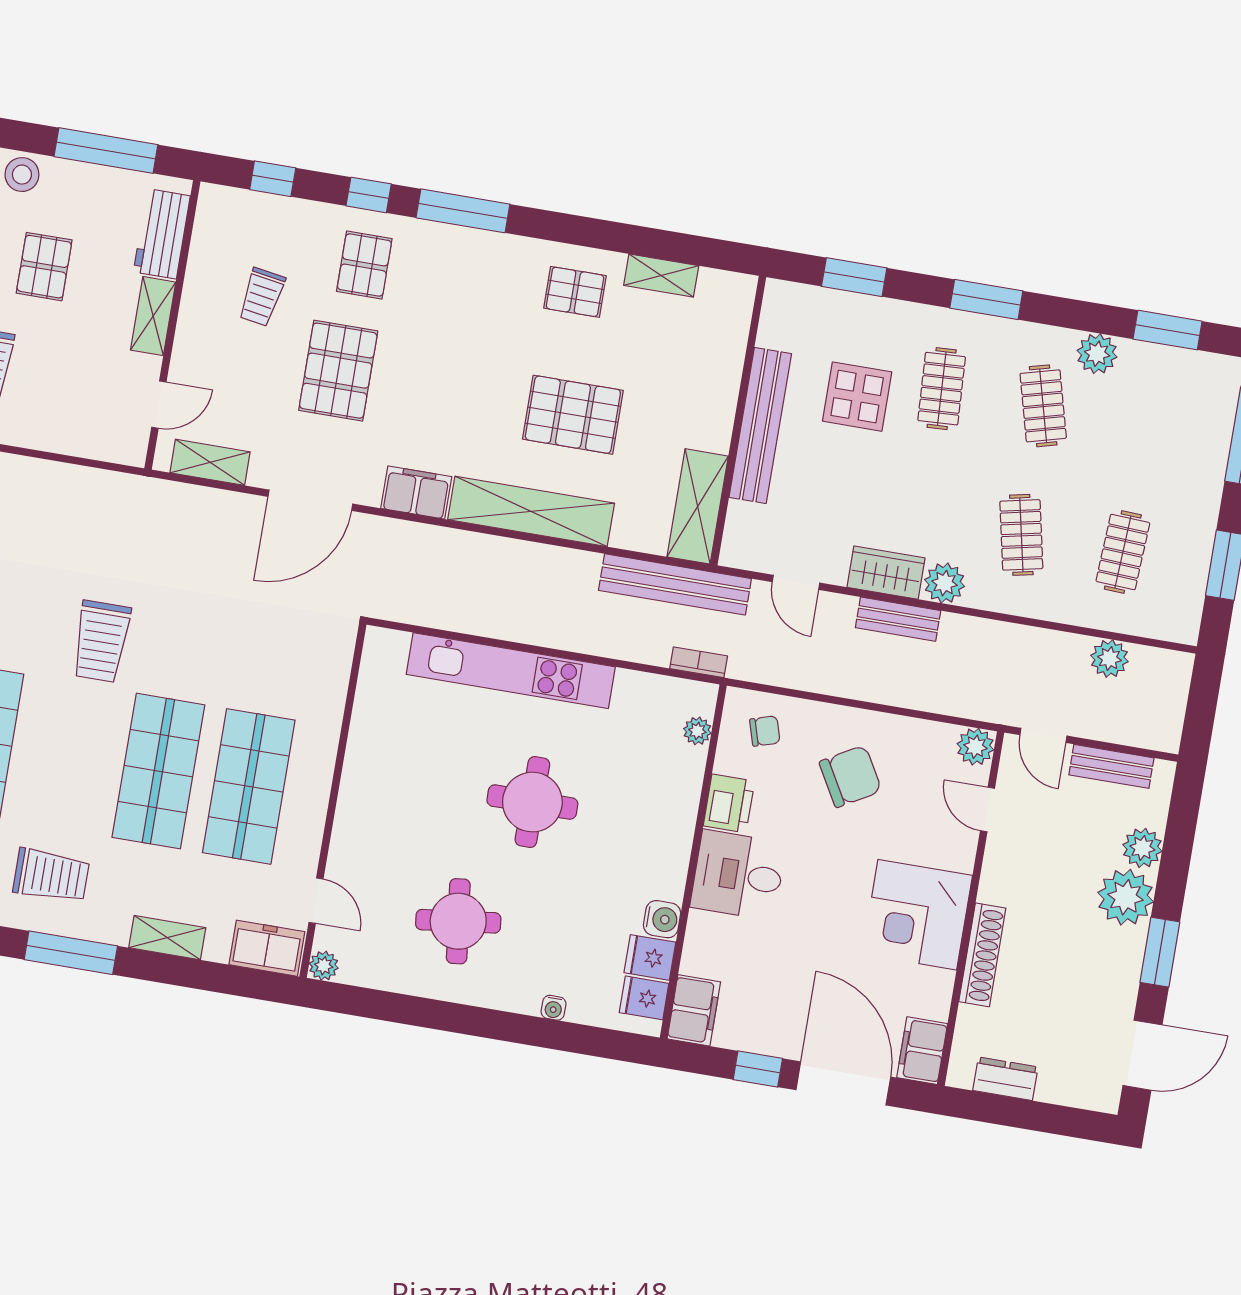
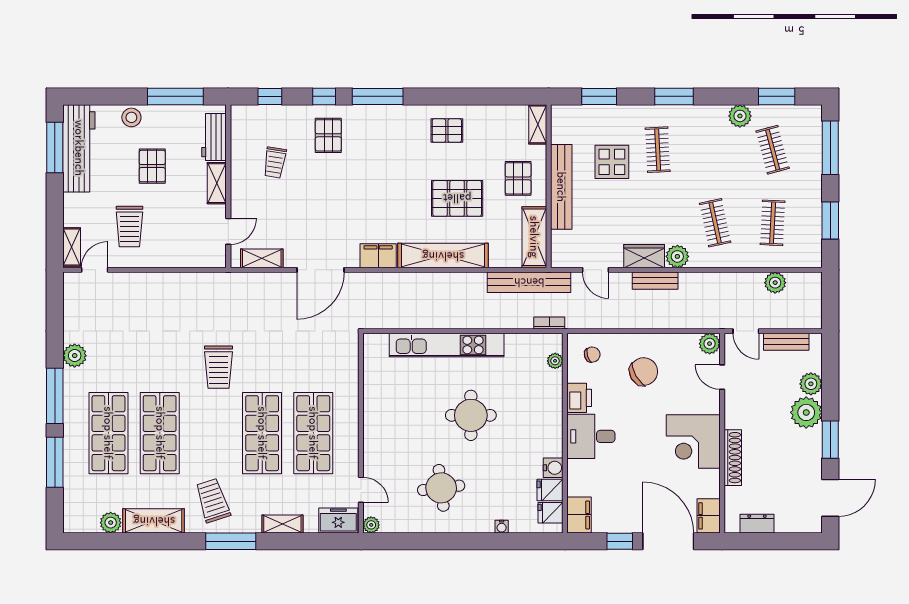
shelving: (661, 275) -> (538, 124), moved, turned 90
pallet: (338, 371) -> (518, 178), moved, width x0.67, depth x0.71
clothes rail: (1043, 406) -> (773, 150), moved
trolley: (51, 875) -> (213, 501), turned -108

